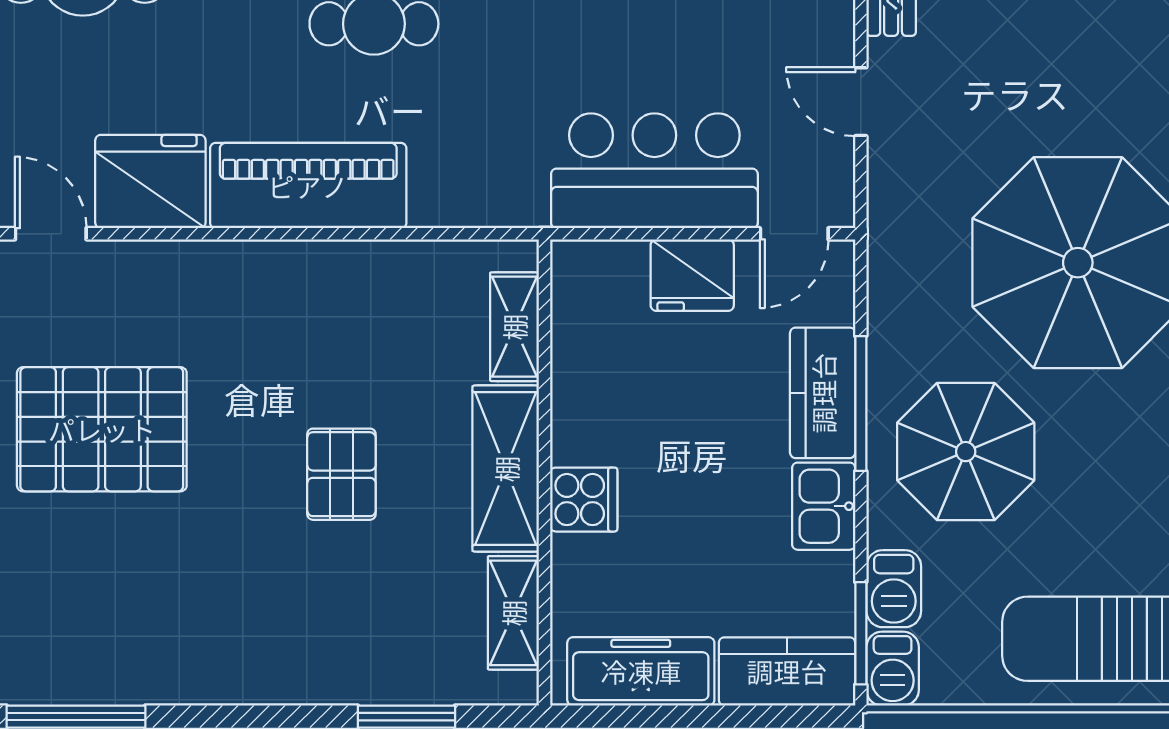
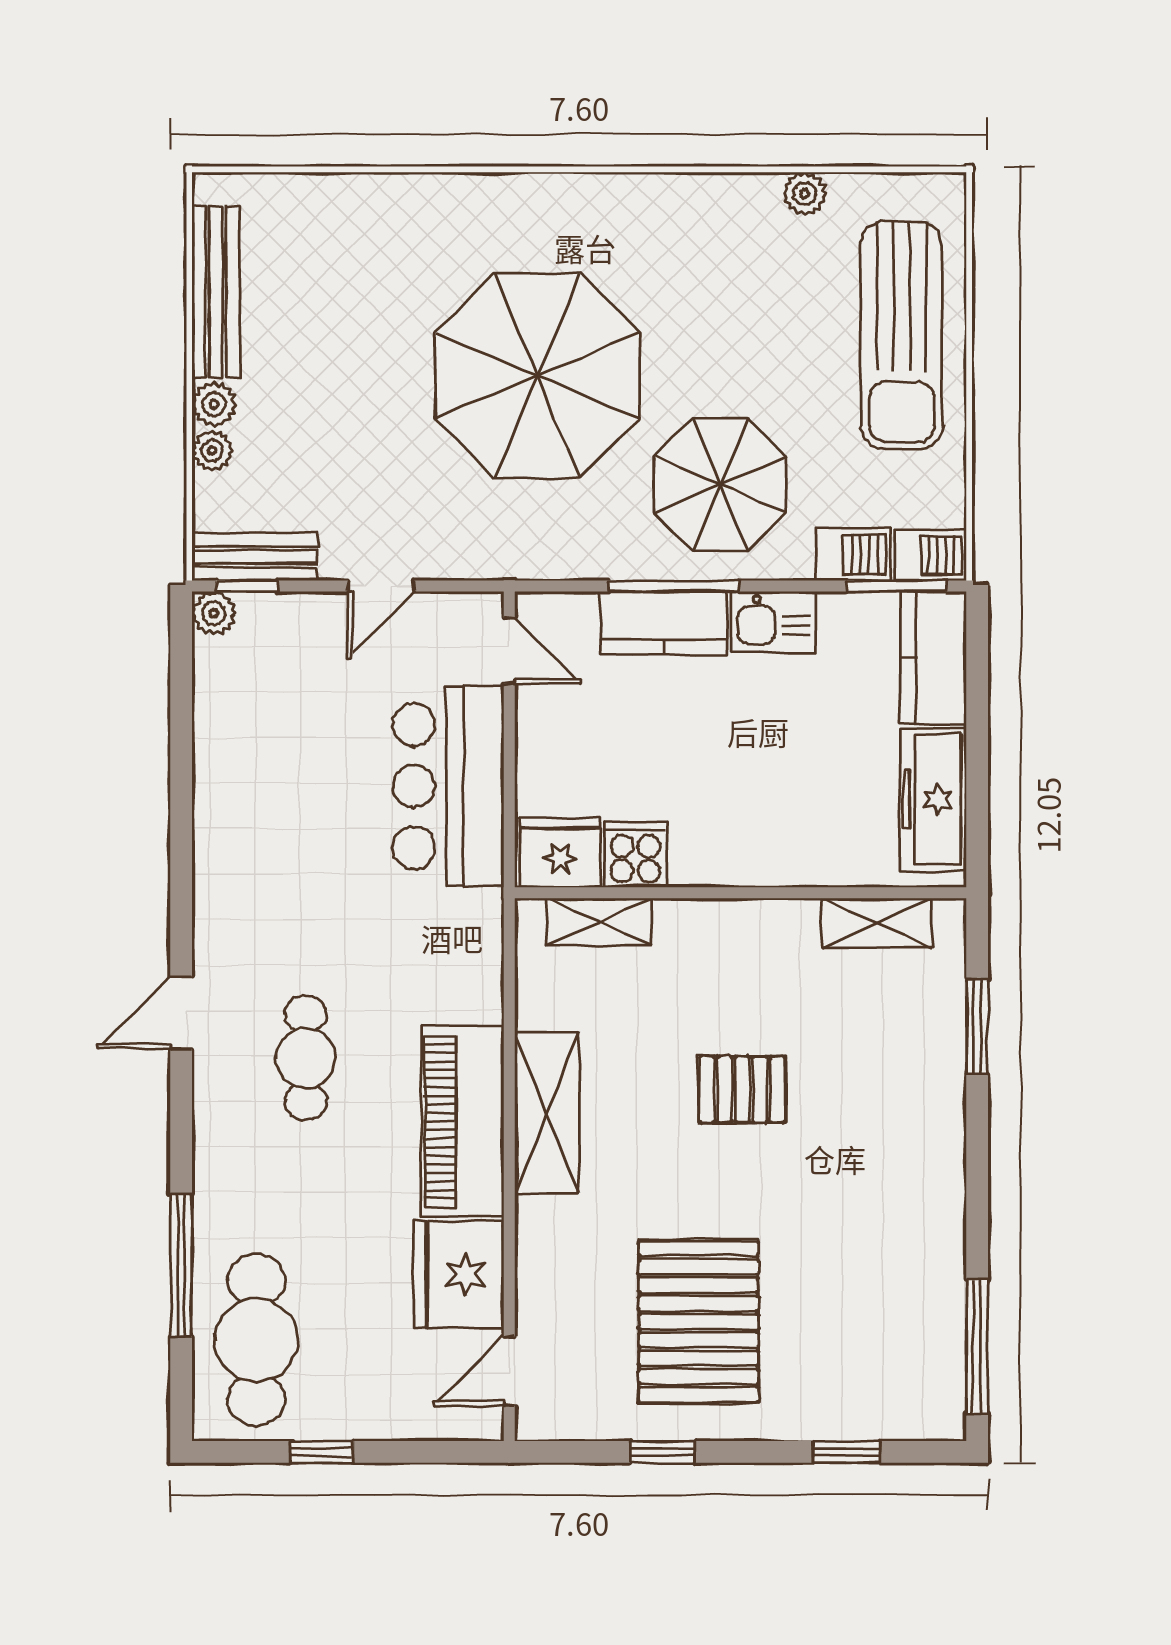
fridge: (692, 275) -> (560, 853), moved, turned -90
shelving: (506, 469) -> (547, 1113), moved, turned 90
cooker: (584, 500) -> (636, 855), moved

